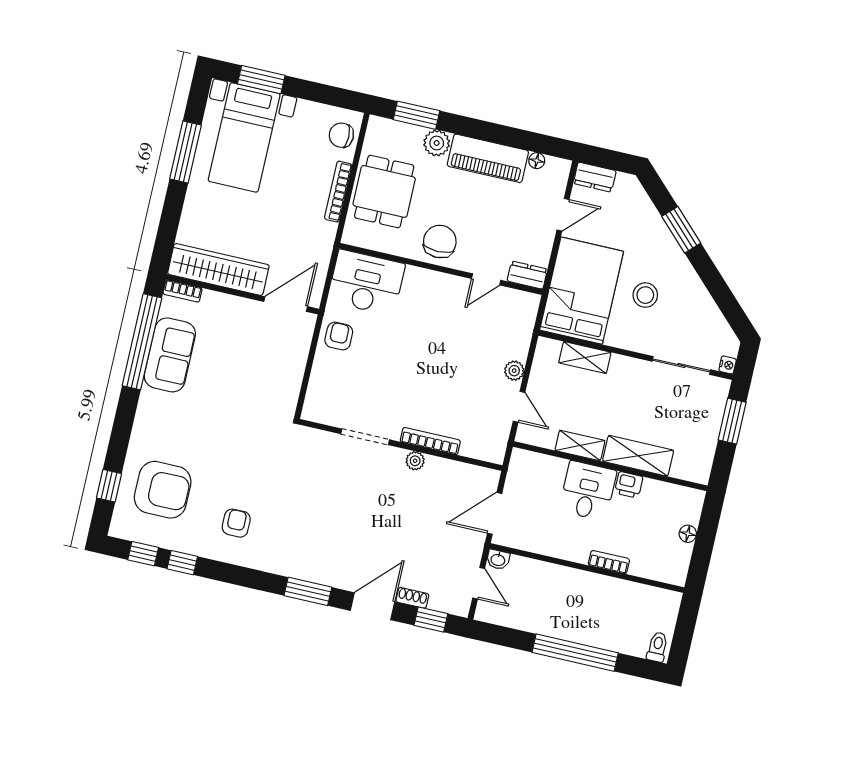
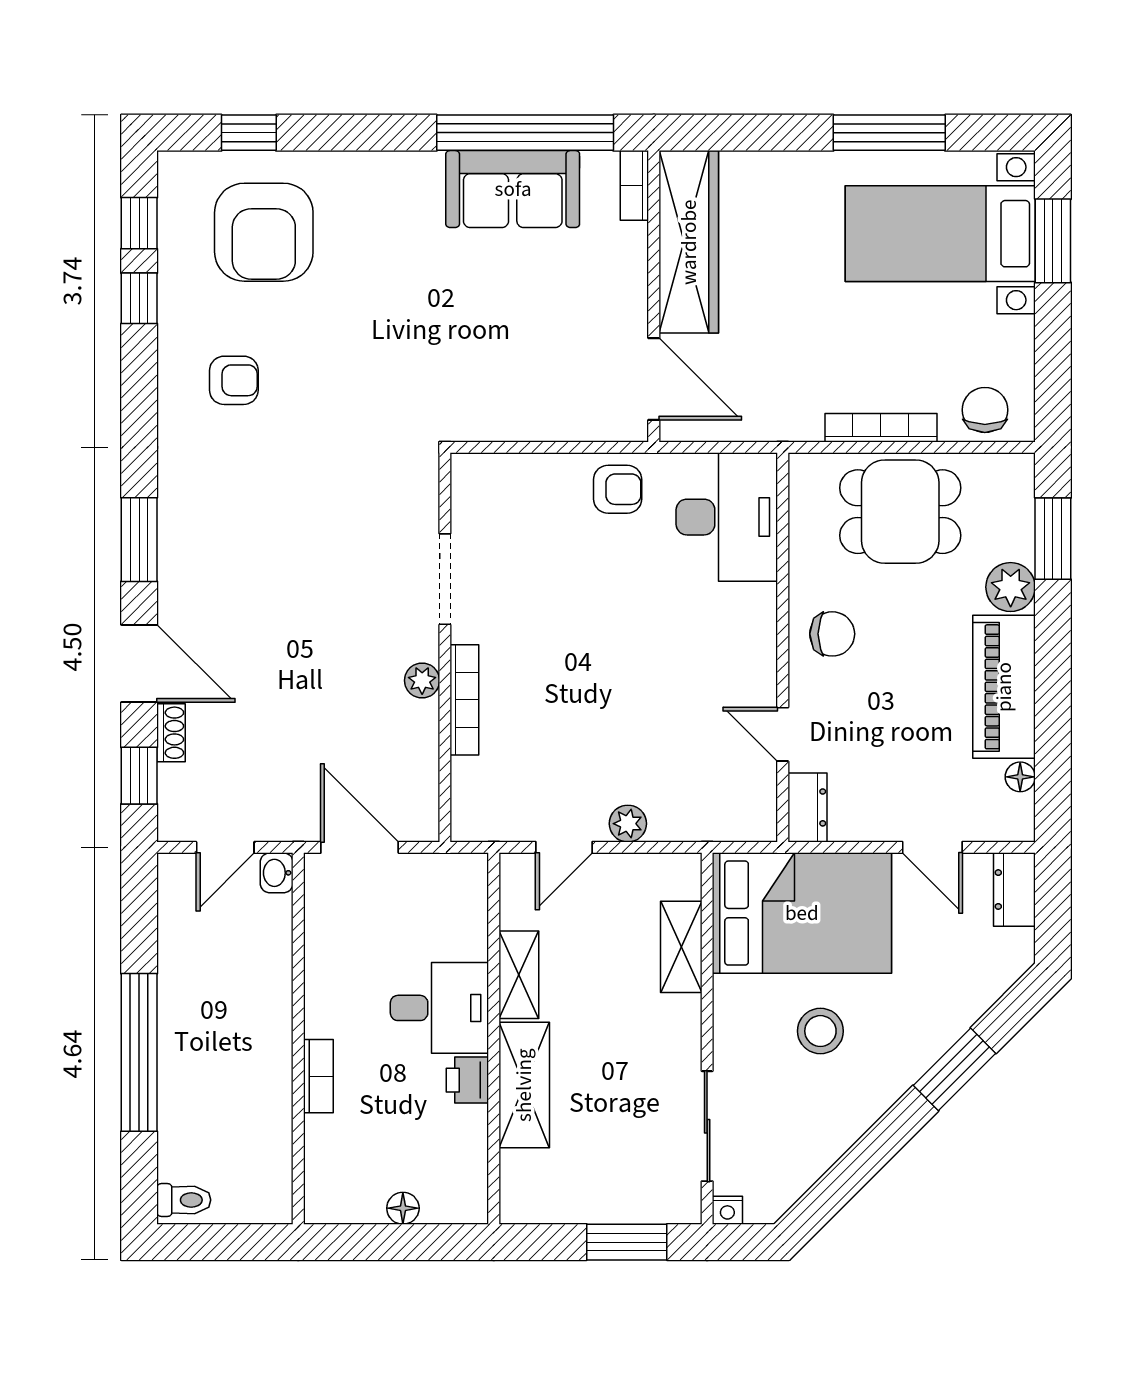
chair: (440, 242) -> (832, 634), width x0.73, depth x0.73

